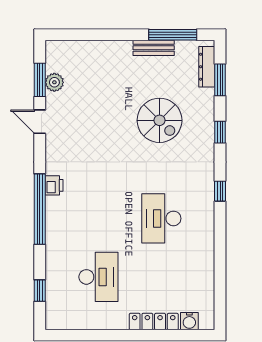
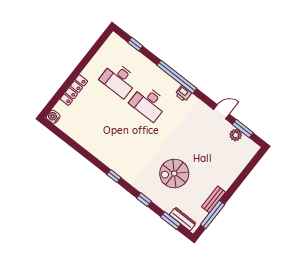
desk: (161, 218) -> (149, 103), moved, turned 180
water cooler: (189, 321) -> (53, 117), moved

